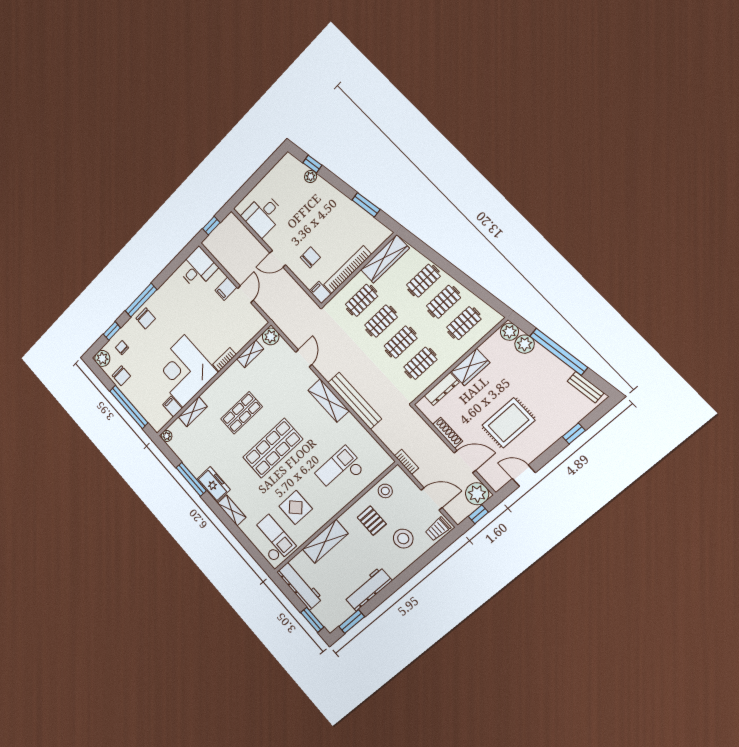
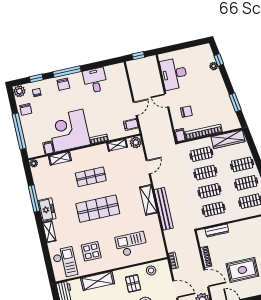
desk: (263, 215) -> (174, 74), width x1.37
desk: (198, 268) -> (95, 80), moved, turned -90
filing cabinet: (226, 289) -> (131, 125), moved
wardrobe: (470, 367) -> (240, 227), removed

